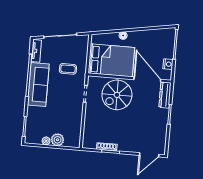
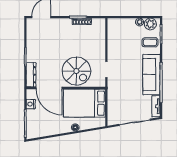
coffee table: (68, 69) -> (150, 42), moved
spiral stairs: (117, 95) -> (76, 71), turned 90
plant: (58, 140) -> (150, 24), moved

